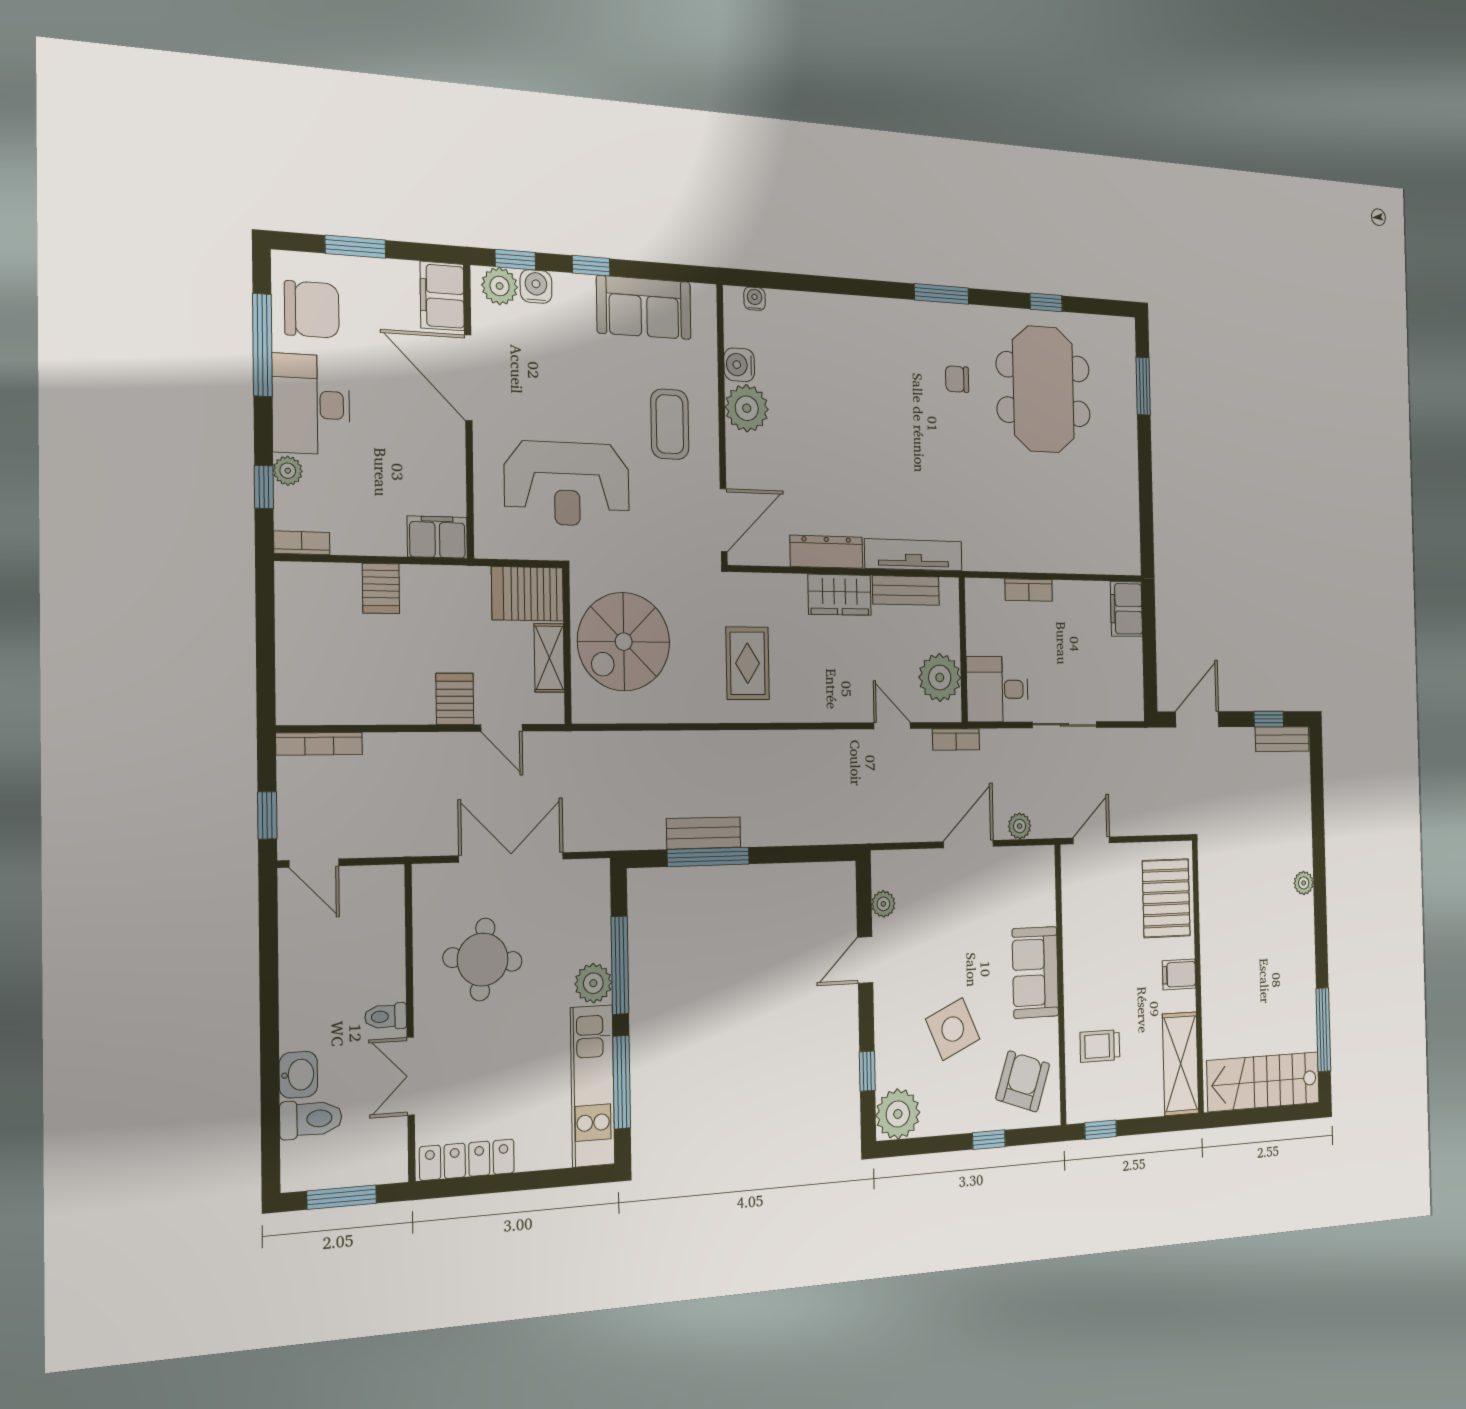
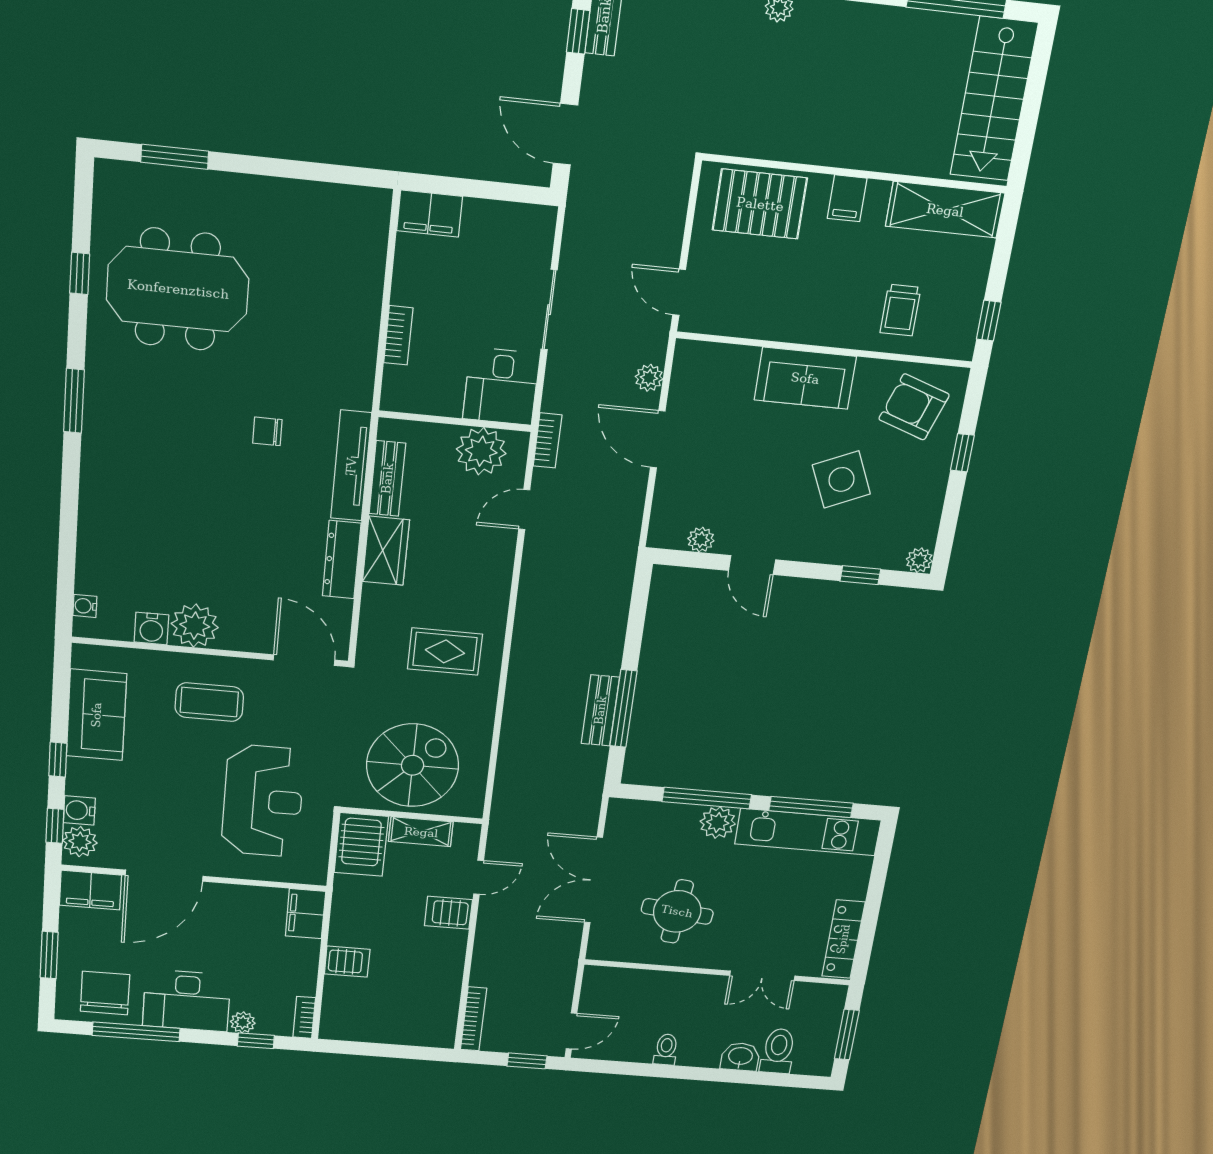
chair: (957, 379) -> (267, 431), moved, turned 90
spiral stairs: (624, 642) -> (413, 765), turned -90
toilet: (386, 1016) -> (666, 1049), moved, turned 180
plant: (898, 1114) -> (919, 560), width x0.53, depth x0.53

